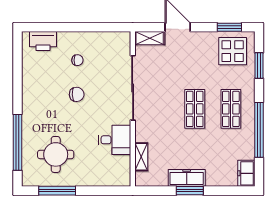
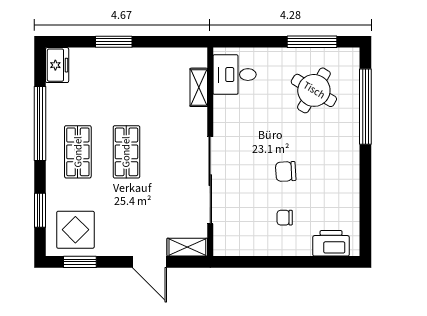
desk: (115, 140) -> (235, 75), moved
round table: (56, 154) -> (314, 90), turned 31
freezer: (187, 178) -> (137, 59), removed
window: (190, 191) -> (114, 42), moved

